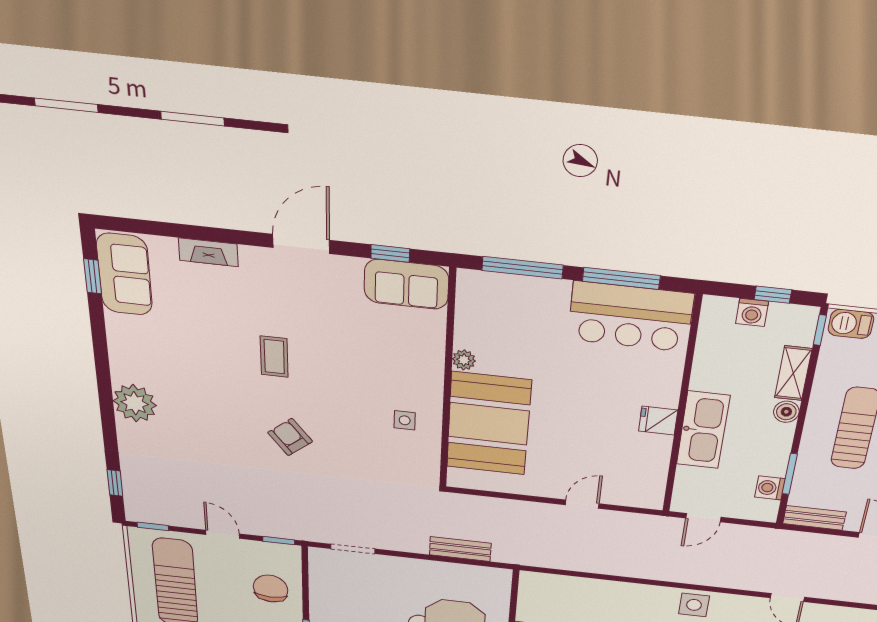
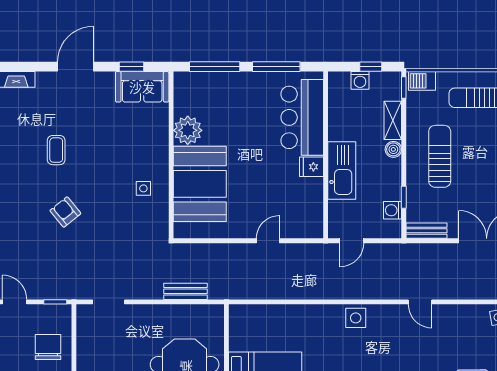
bar counter: (630, 317) -> (302, 117), moved, turned 90
plant: (464, 360) -> (188, 130), width x1.88, depth x1.88
window: (790, 474) -> (404, 197), width x0.67

